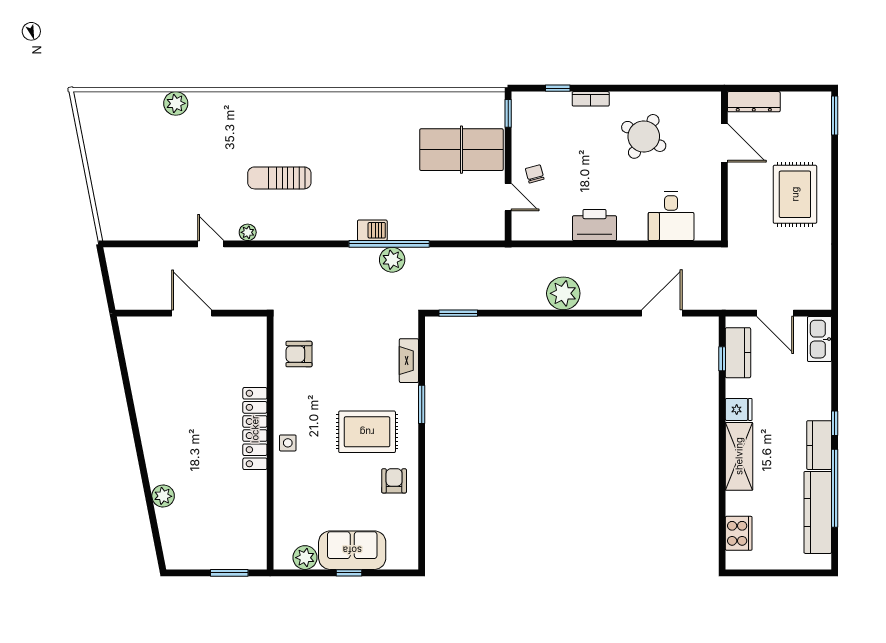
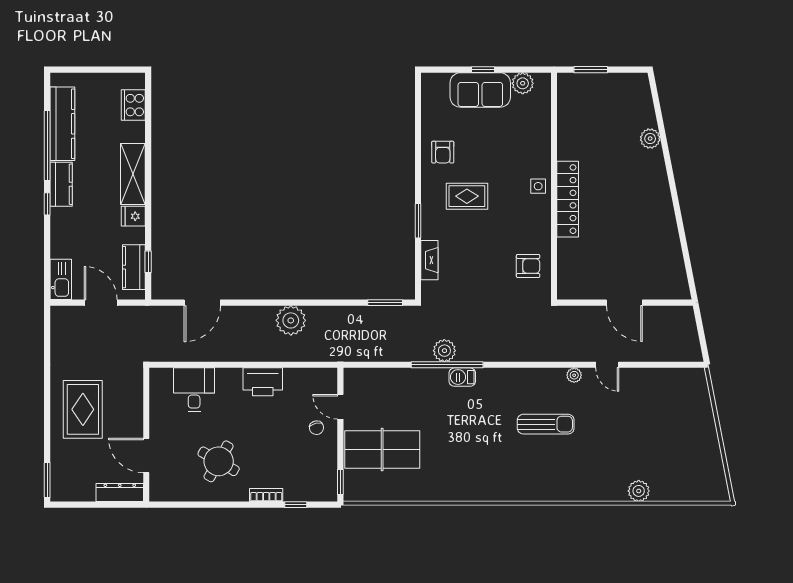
rug: (367, 432) -> (467, 196), width x0.73, depth x0.70

